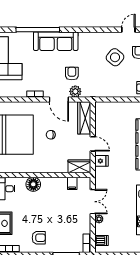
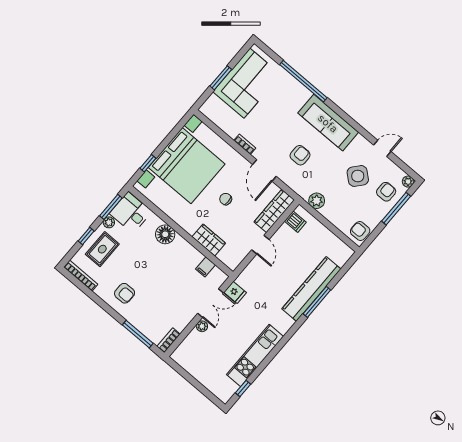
door: (128, 30) -> (382, 148), moved
sofa: (56, 41) -> (328, 123), moved
plant: (75, 91) -> (317, 201), moved
fridge: (101, 161) -> (235, 292), moved
wardrobe: (79, 166) -> (209, 240), moved
dishwasher: (102, 241) -> (295, 222), moved

